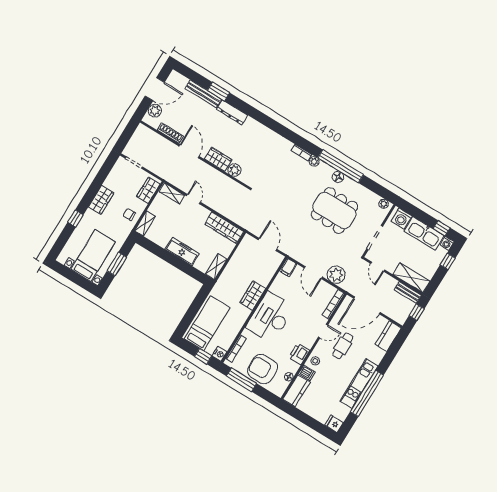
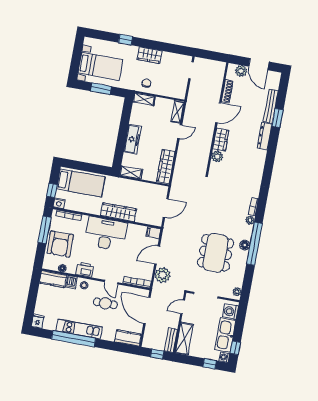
wardrobe: (148, 190) -> (172, 91), removed
wardrobe: (253, 295) -> (118, 212), width x1.50
armchair: (263, 369) -> (60, 244), turned 180

